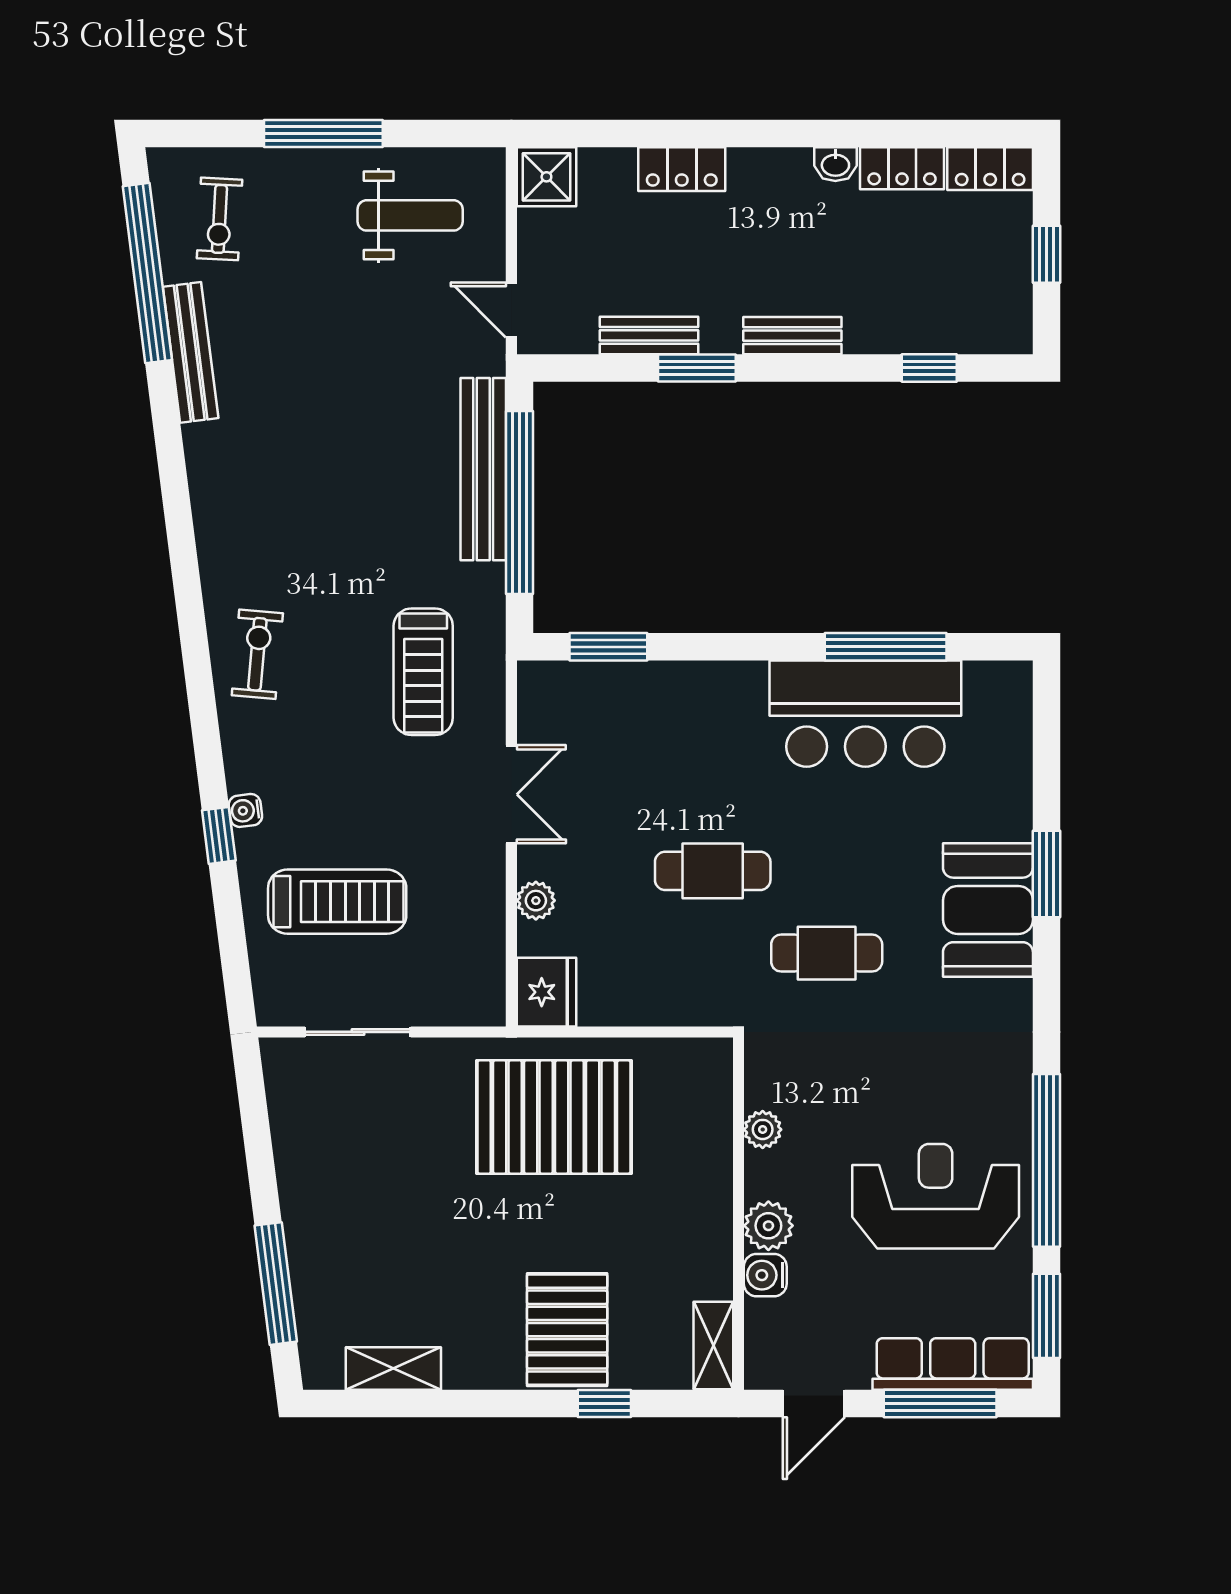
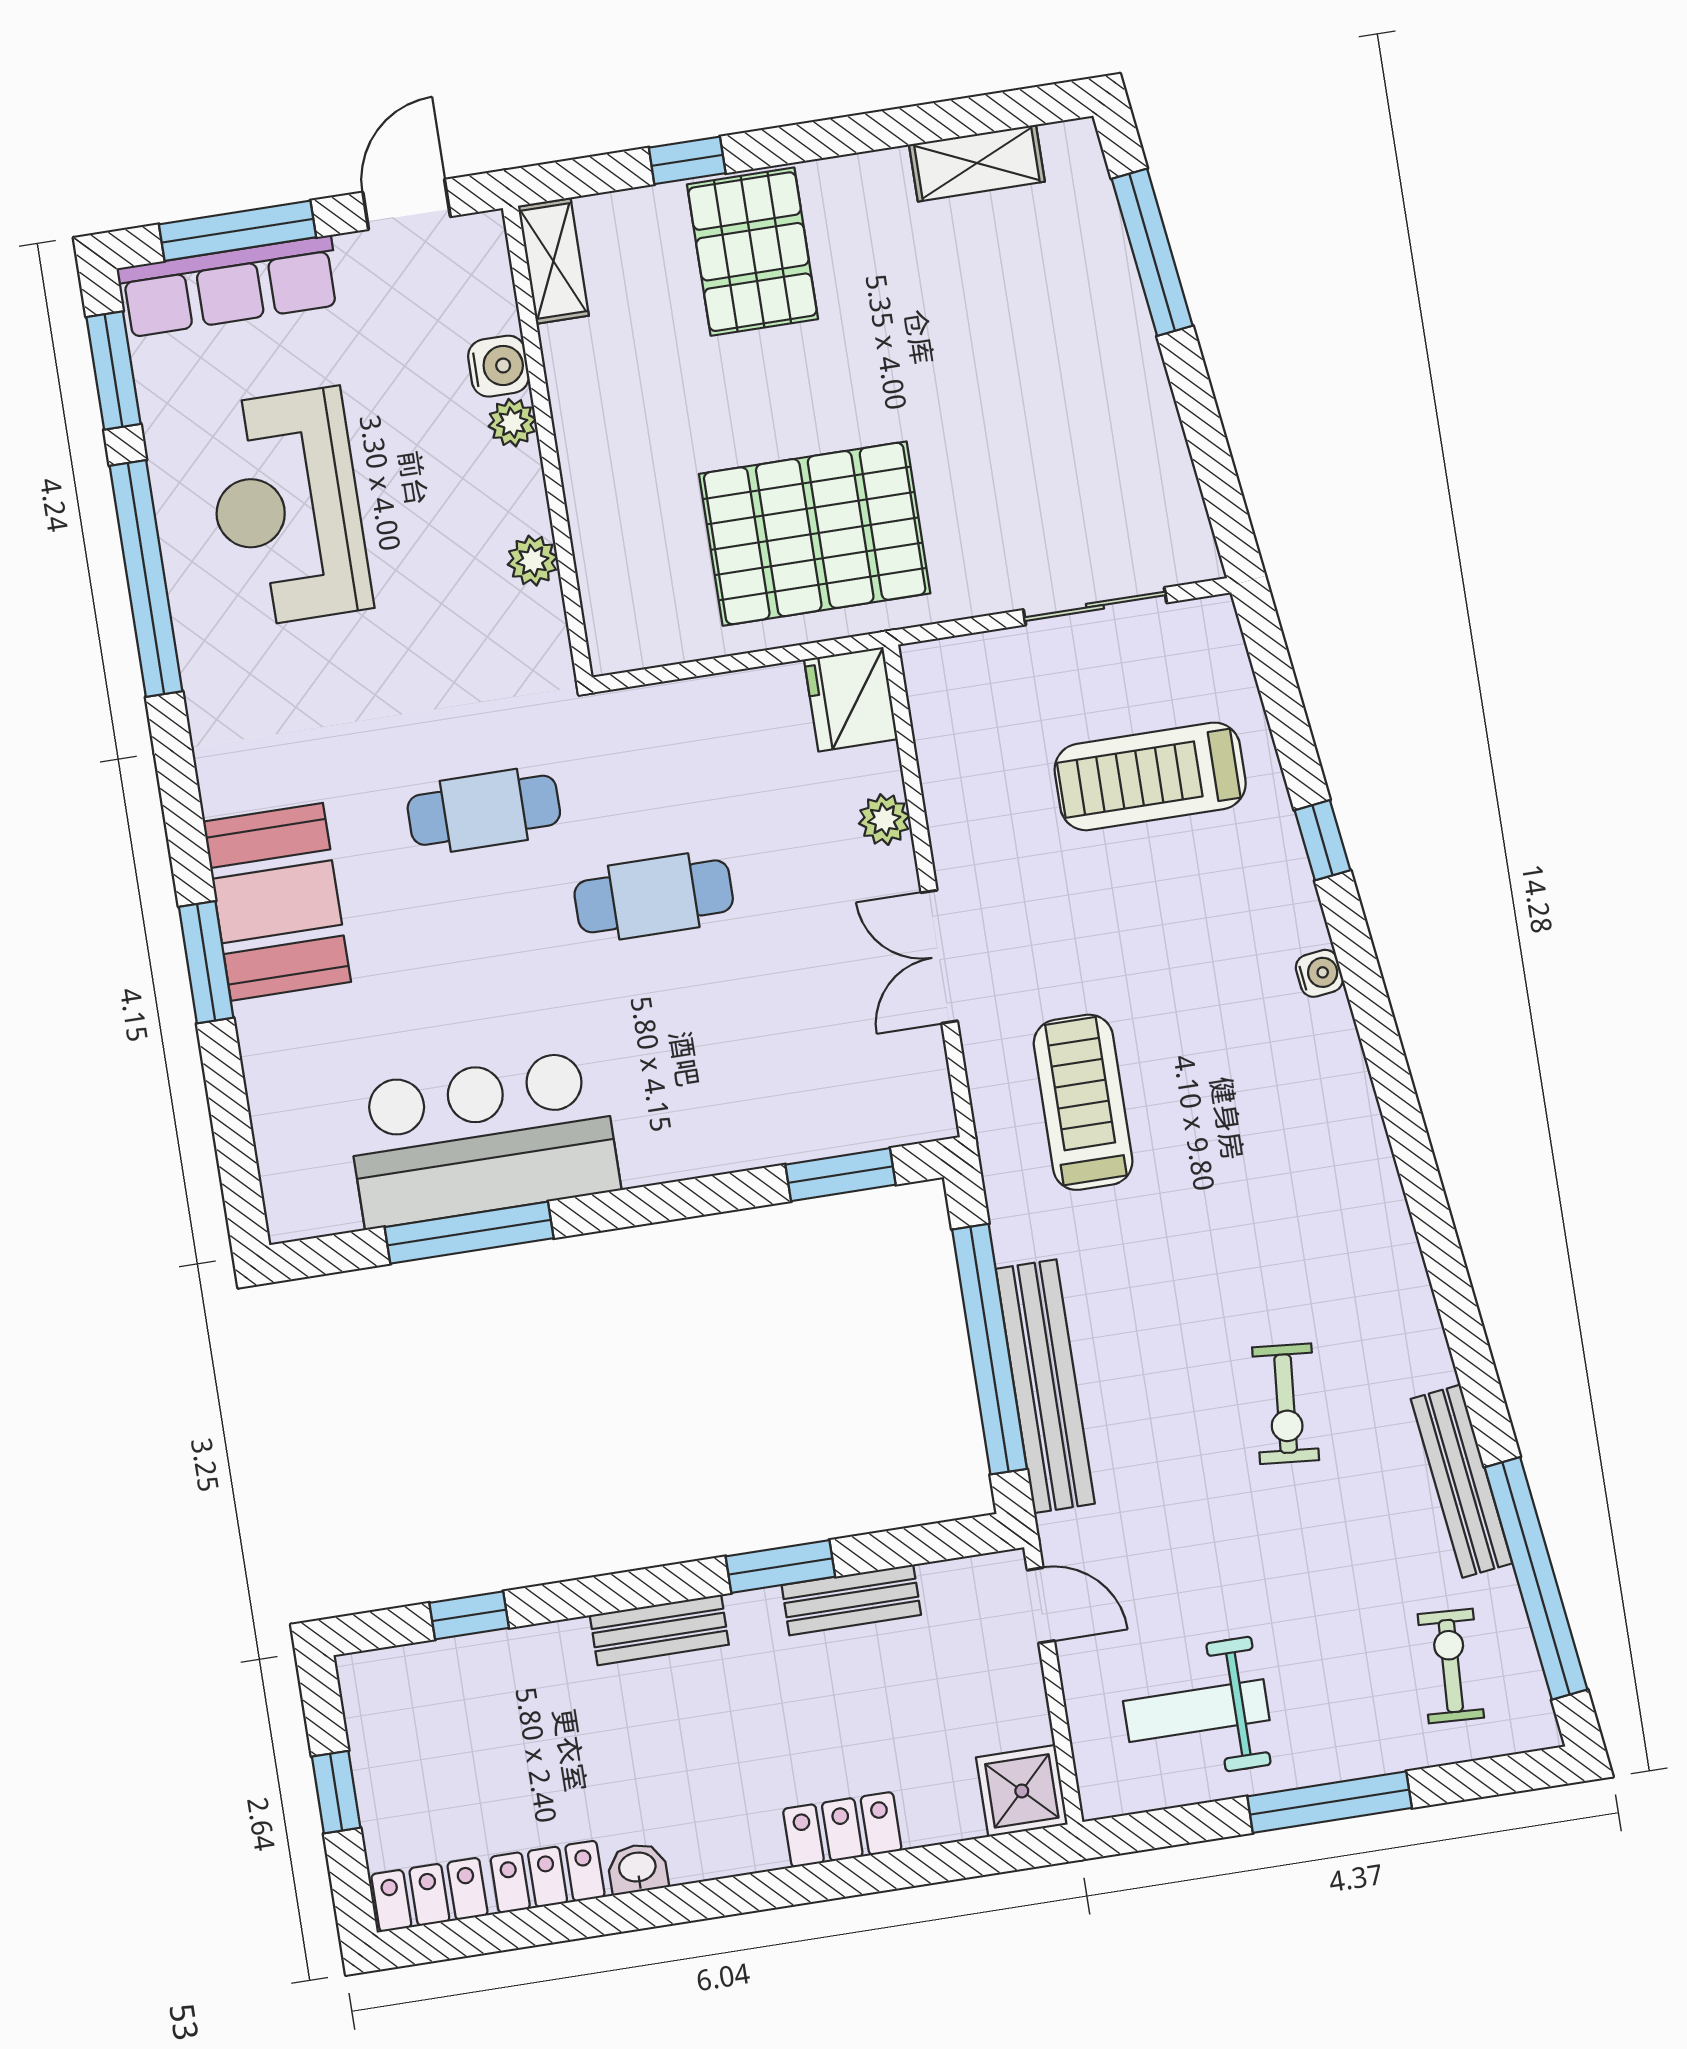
exercise bike: (257, 654) -> (1286, 1404), moved
water cooler: (245, 810) -> (1319, 973), moved
reception desk: (936, 1196) -> (287, 507), turned 90
plant: (768, 1226) -> (512, 423), width x0.73, depth x0.73

